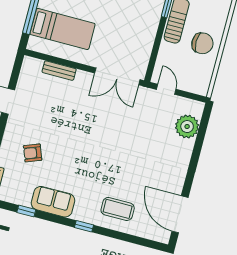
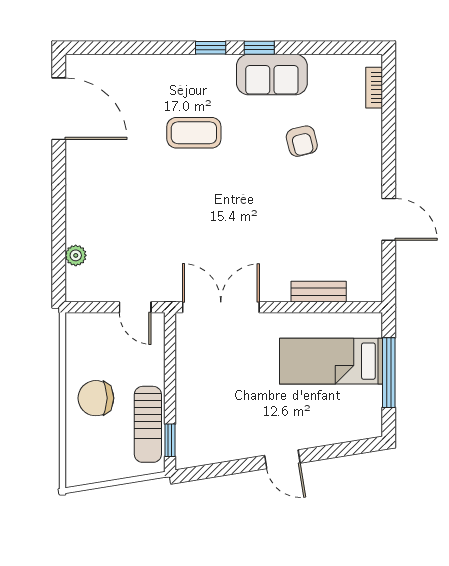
plant: (187, 127) -> (76, 255), width x0.53, depth x0.53
armchair: (33, 153) -> (302, 141), moved, turned 97
coffee table: (118, 209) -> (194, 133), moved
window: (26, 211) -> (259, 48), moved

